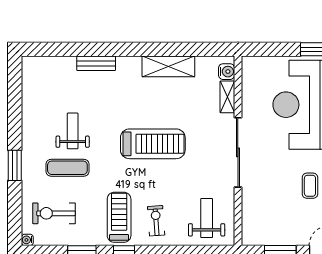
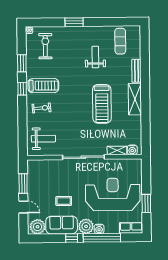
shelving: (168, 66) -> (135, 99), moved
weight bench: (73, 131) -> (95, 57), turned -90
treadmill: (153, 144) -> (102, 104), moved
exercise mat: (67, 168) -> (120, 41), moved

